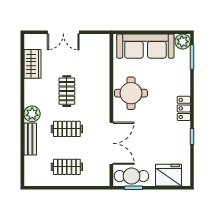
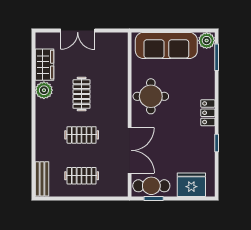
plant: (32, 114) -> (44, 90), moved
bench: (30, 139) -> (42, 179), moved

